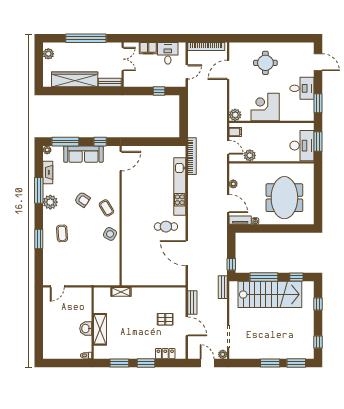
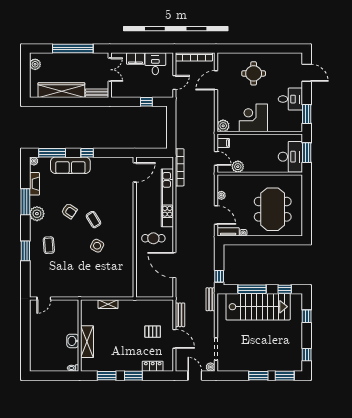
door: (121, 161) -> (135, 172), moved
wall: (121, 216) -> (135, 227), moved

